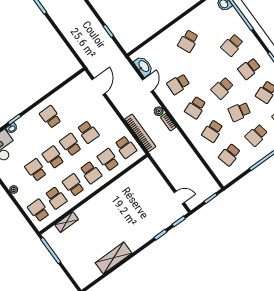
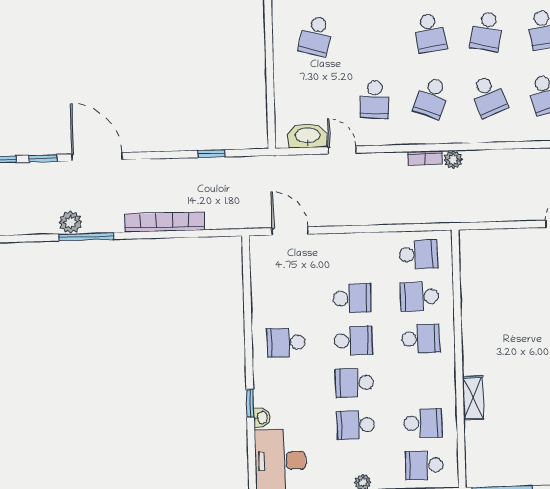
school desk: (188, 41) -> (316, 36), turned 39
school desk: (195, 108) -> (432, 98), turned 42
plant: (159, 111) -> (453, 160), moved
bookcase: (140, 133) -> (165, 222), moved
school desk: (71, 145) -> (353, 341), turned 180
school desk: (73, 185) -> (422, 381), removed
shelving: (67, 222) -> (473, 398), moved

